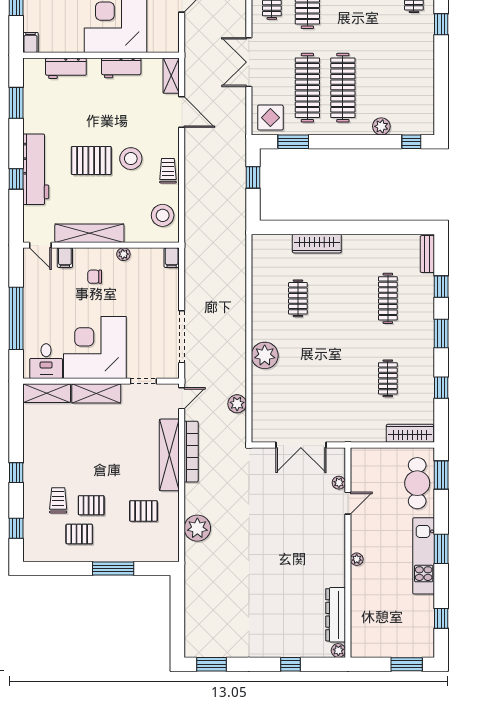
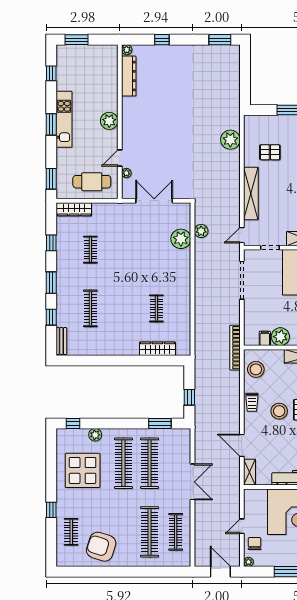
display table: (270, 118) -> (83, 470), moved, width x1.86, depth x1.86
wardrobe: (317, 244) -> (157, 349), moved
plant: (123, 254) -> (280, 337), width x1.87, depth x1.87
filing cabinet: (172, 258) -> (265, 338), moved
plant: (265, 355) -> (181, 239), moved
bookcase: (191, 452) -> (235, 348), moved
cafe table: (417, 483) -> (92, 182), moved, turned 90
plant: (357, 559) -> (109, 121), width x1.88, depth x1.88

